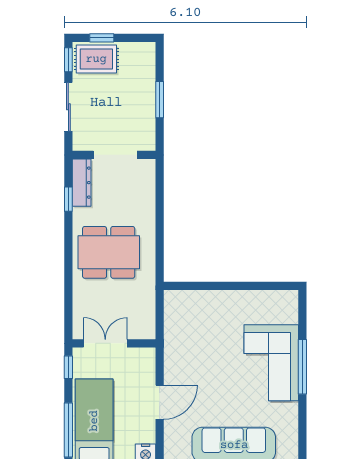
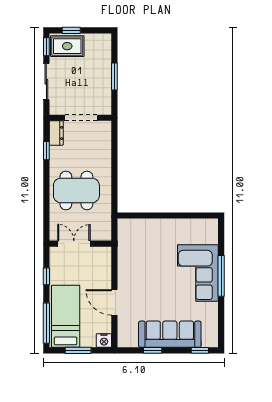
dresser: (82, 183) -> (56, 133), width x0.70
double door: (105, 343) -> (74, 244), moved
wall: (114, 343) -> (80, 244), moved
door: (160, 402) -> (114, 302), swing flipped

